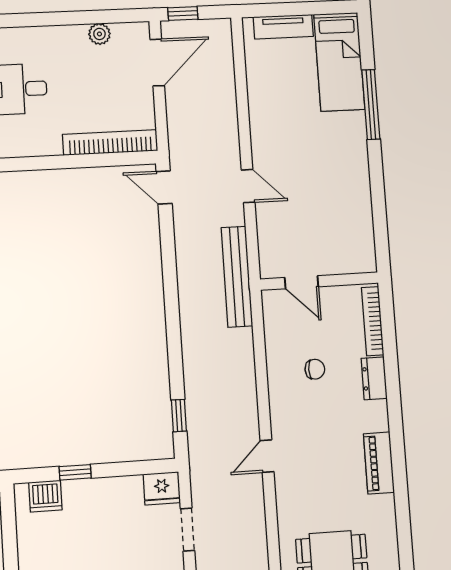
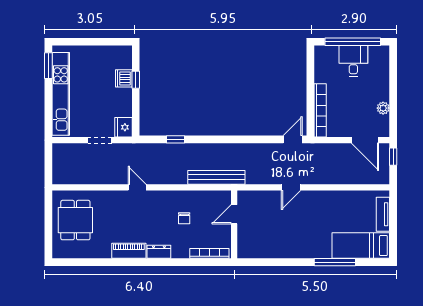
bench: (237, 277) -> (216, 177), moved
dresser: (374, 378) -> (159, 252), moved
window: (179, 416) -> (176, 139), moved
dishwasher: (45, 496) -> (124, 78), moved

